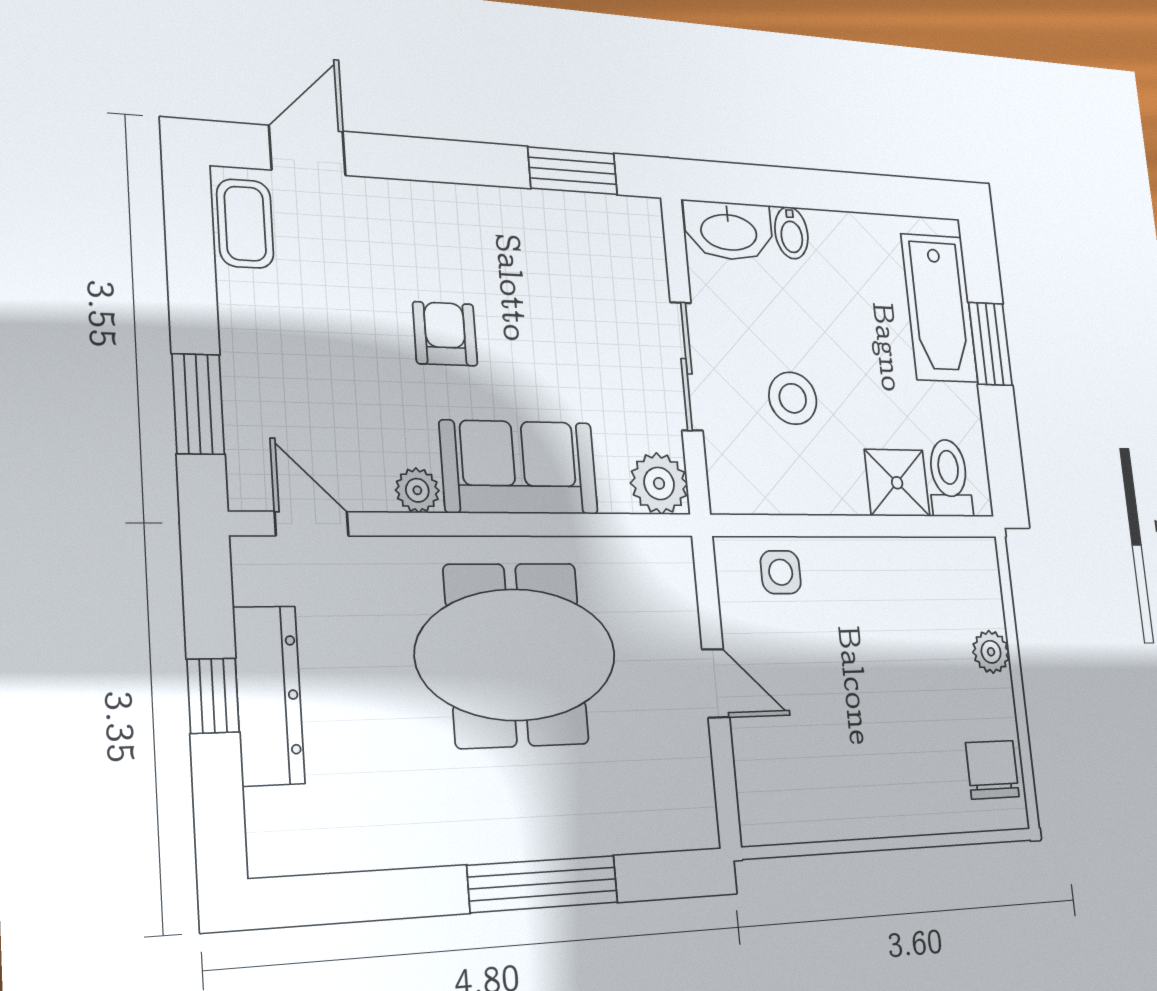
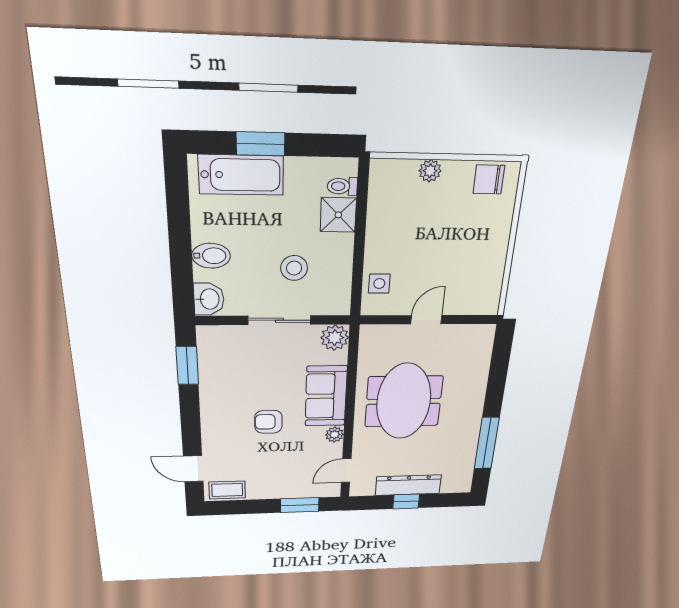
washbasin: (729, 231) -> (209, 299), width x0.72
bidet: (791, 233) -> (211, 256), width x1.38, depth x1.36
toilet: (949, 478) -> (342, 186), width x0.73, depth x0.72
window: (543, 884) -> (487, 443), moved

